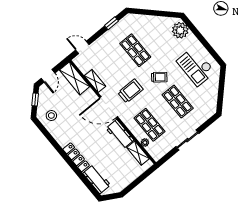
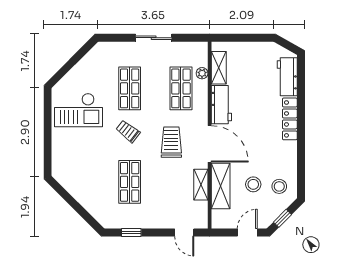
plant: (180, 30) -> (63, 163), removed
checkout: (196, 66) -> (78, 110), turned 90
shelving: (75, 78) -> (221, 186), moved
trolley: (130, 91) -> (171, 142), turned 90
stool: (66, 105) -> (253, 184), added

